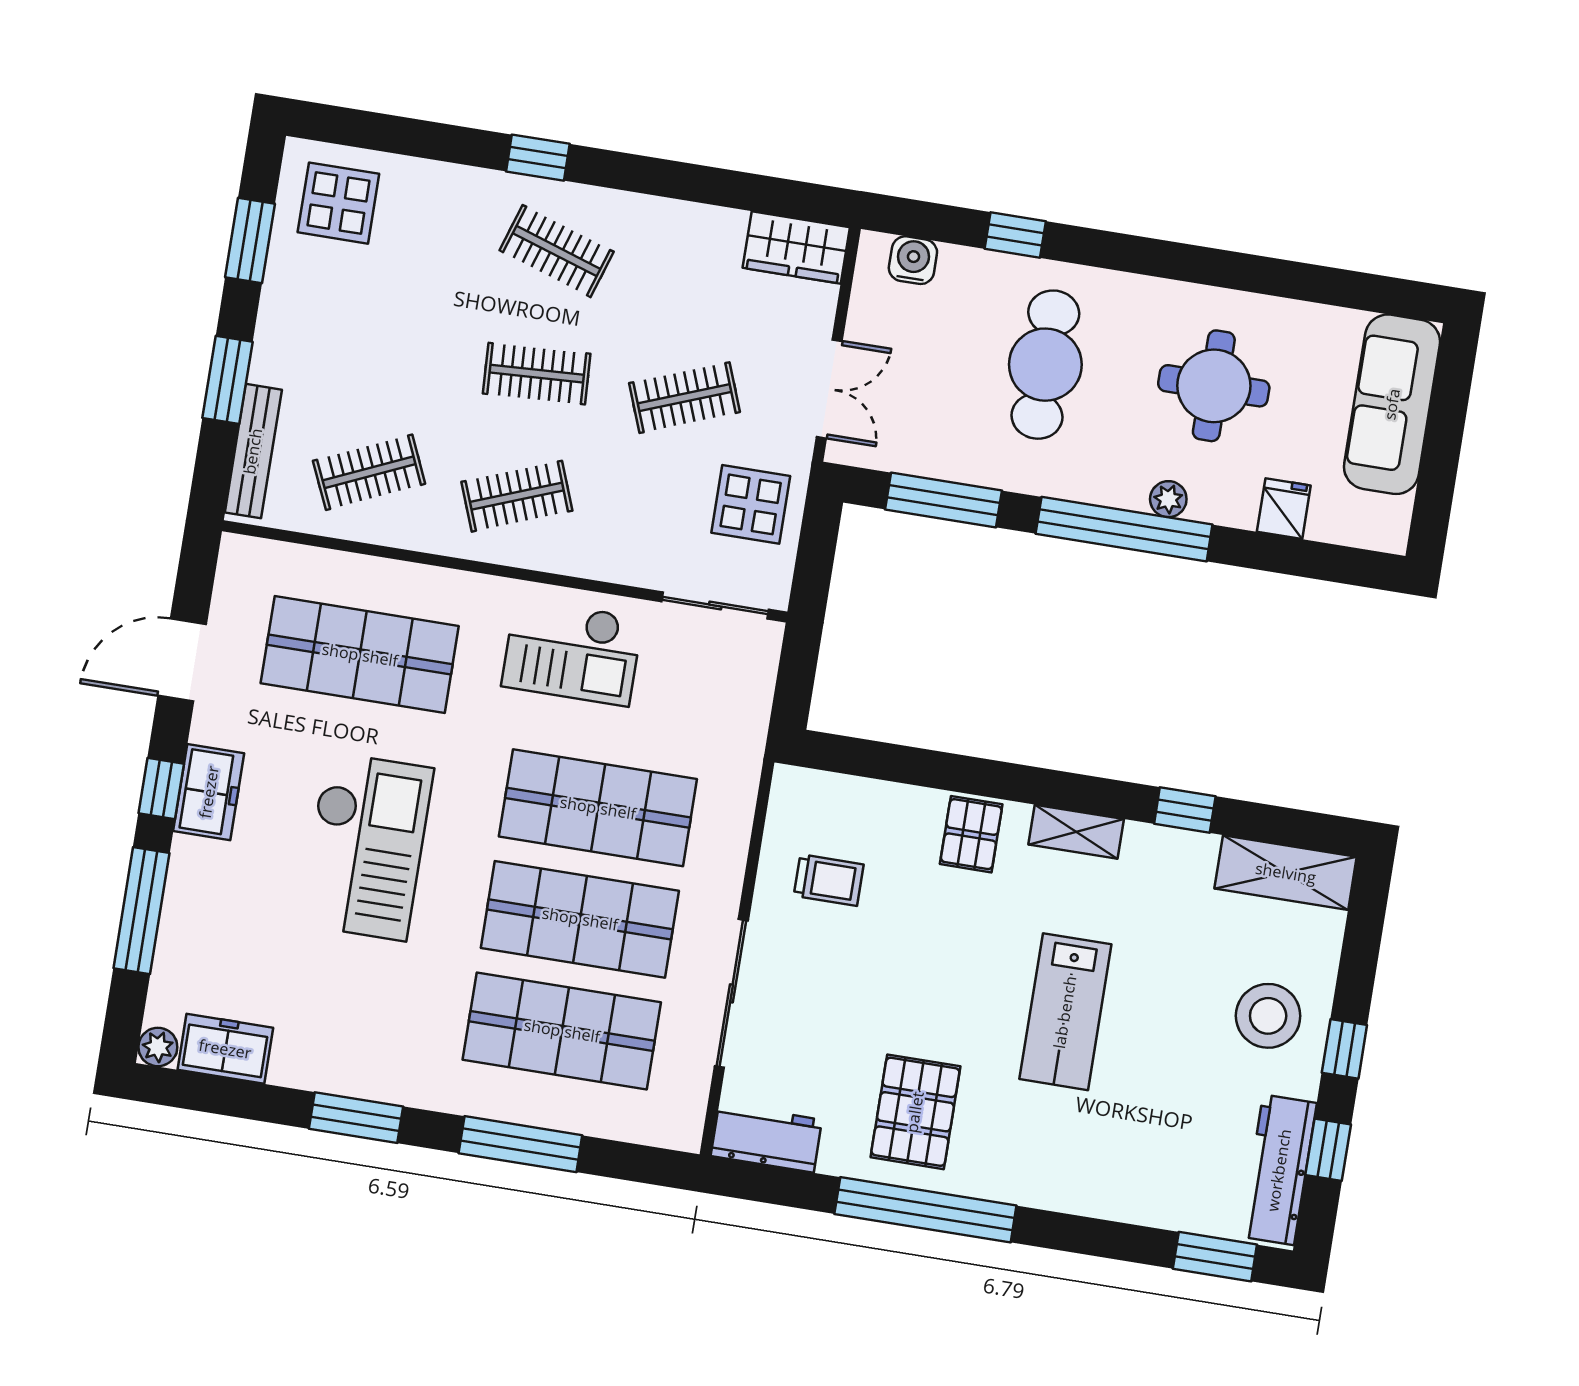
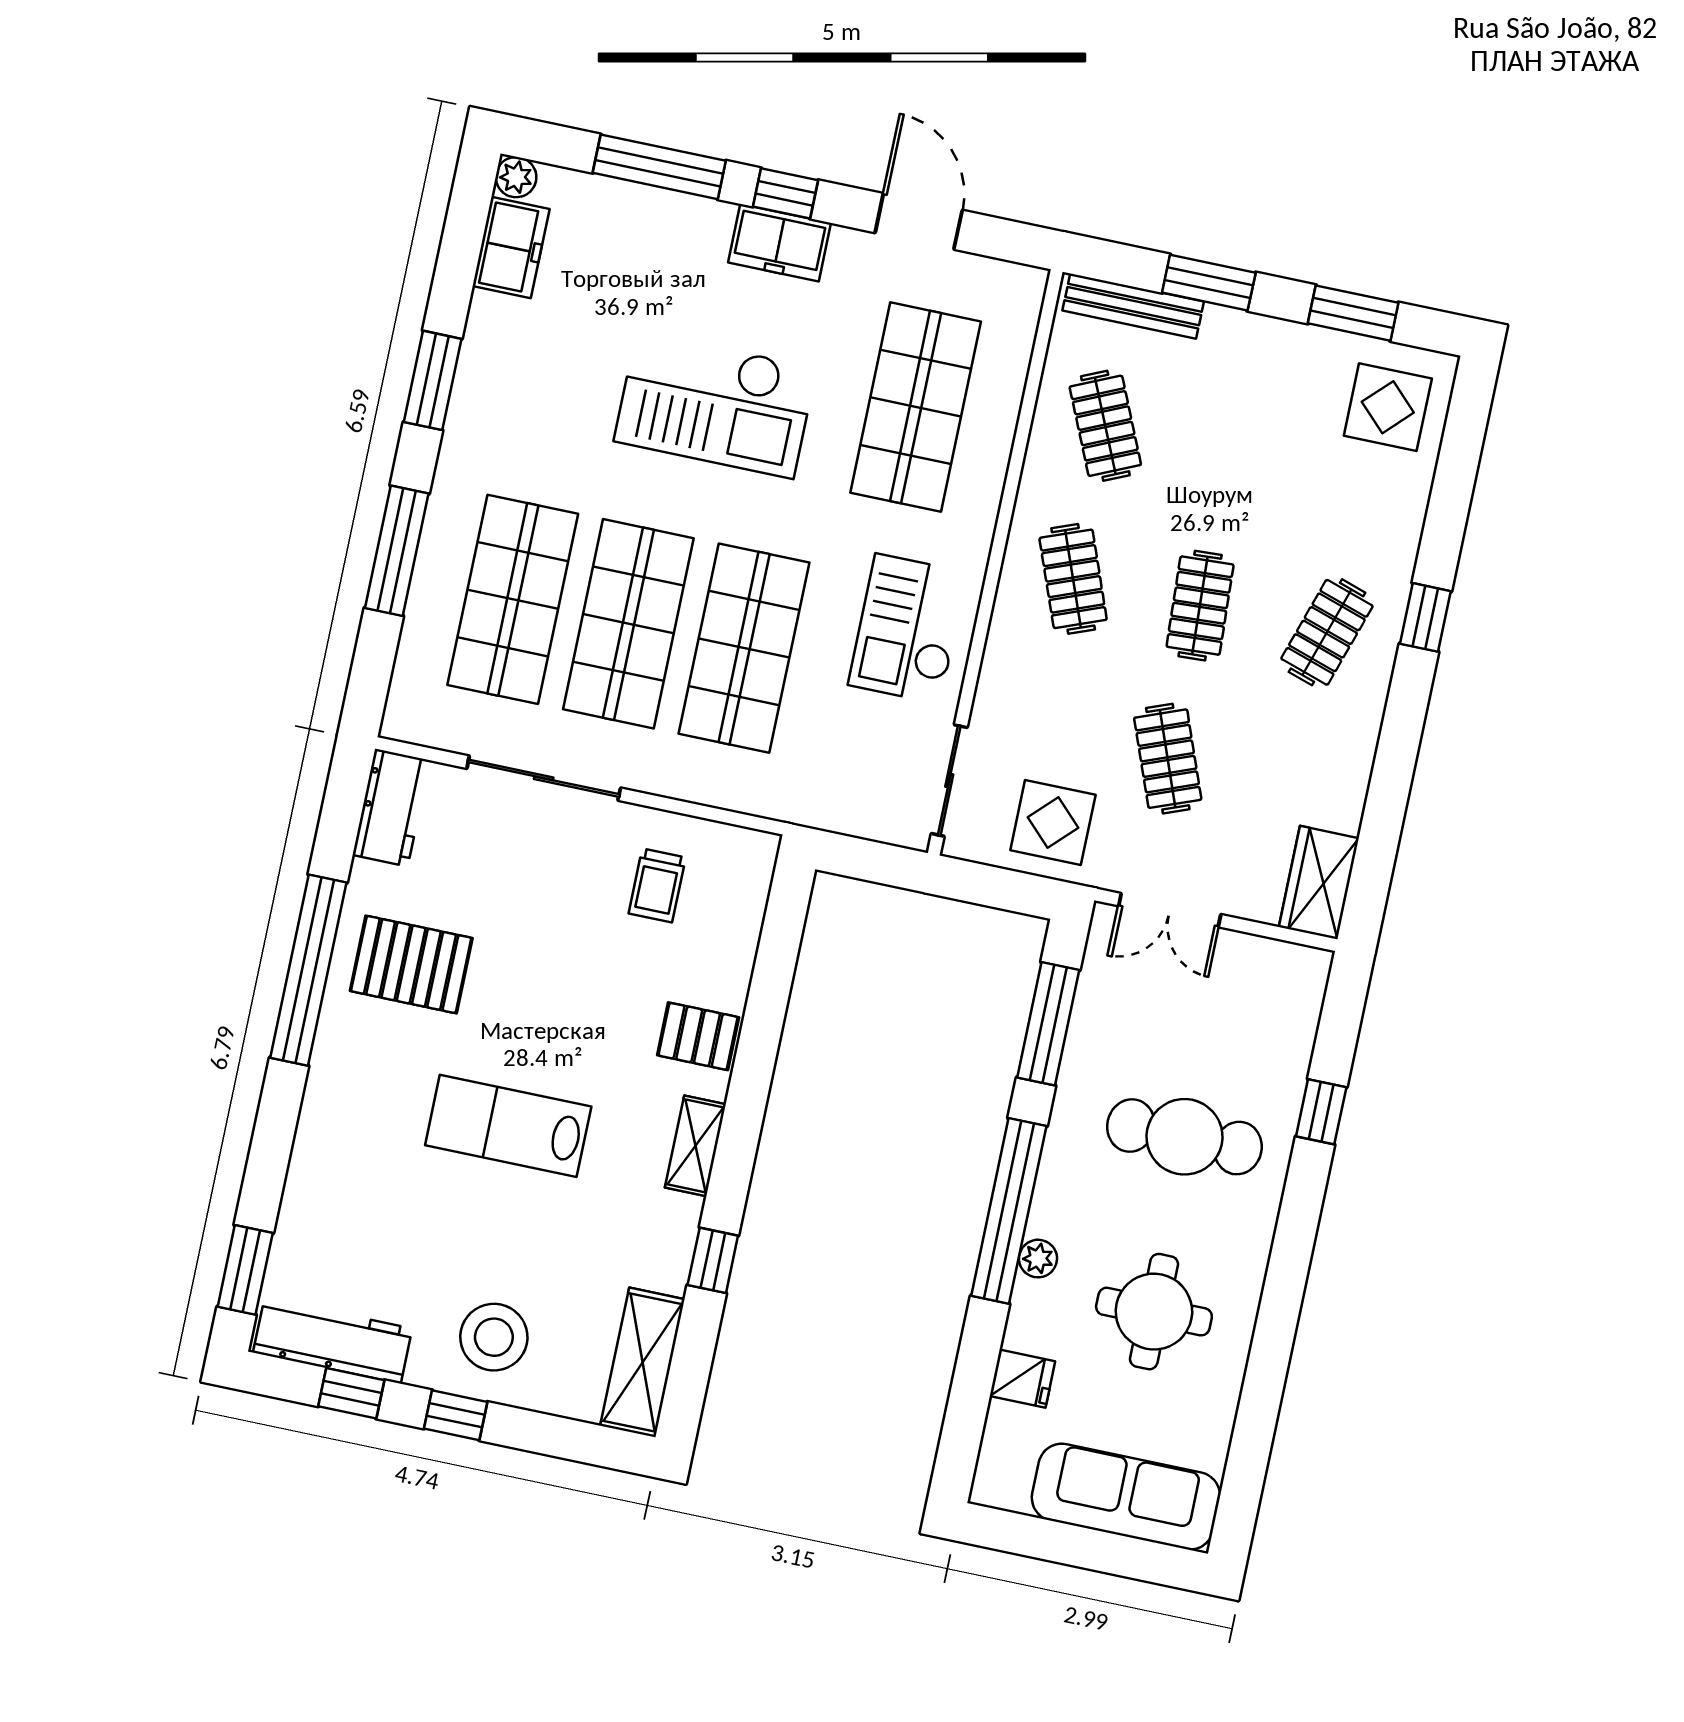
water cooler: (913, 260) -> (1300, 1004), removed

